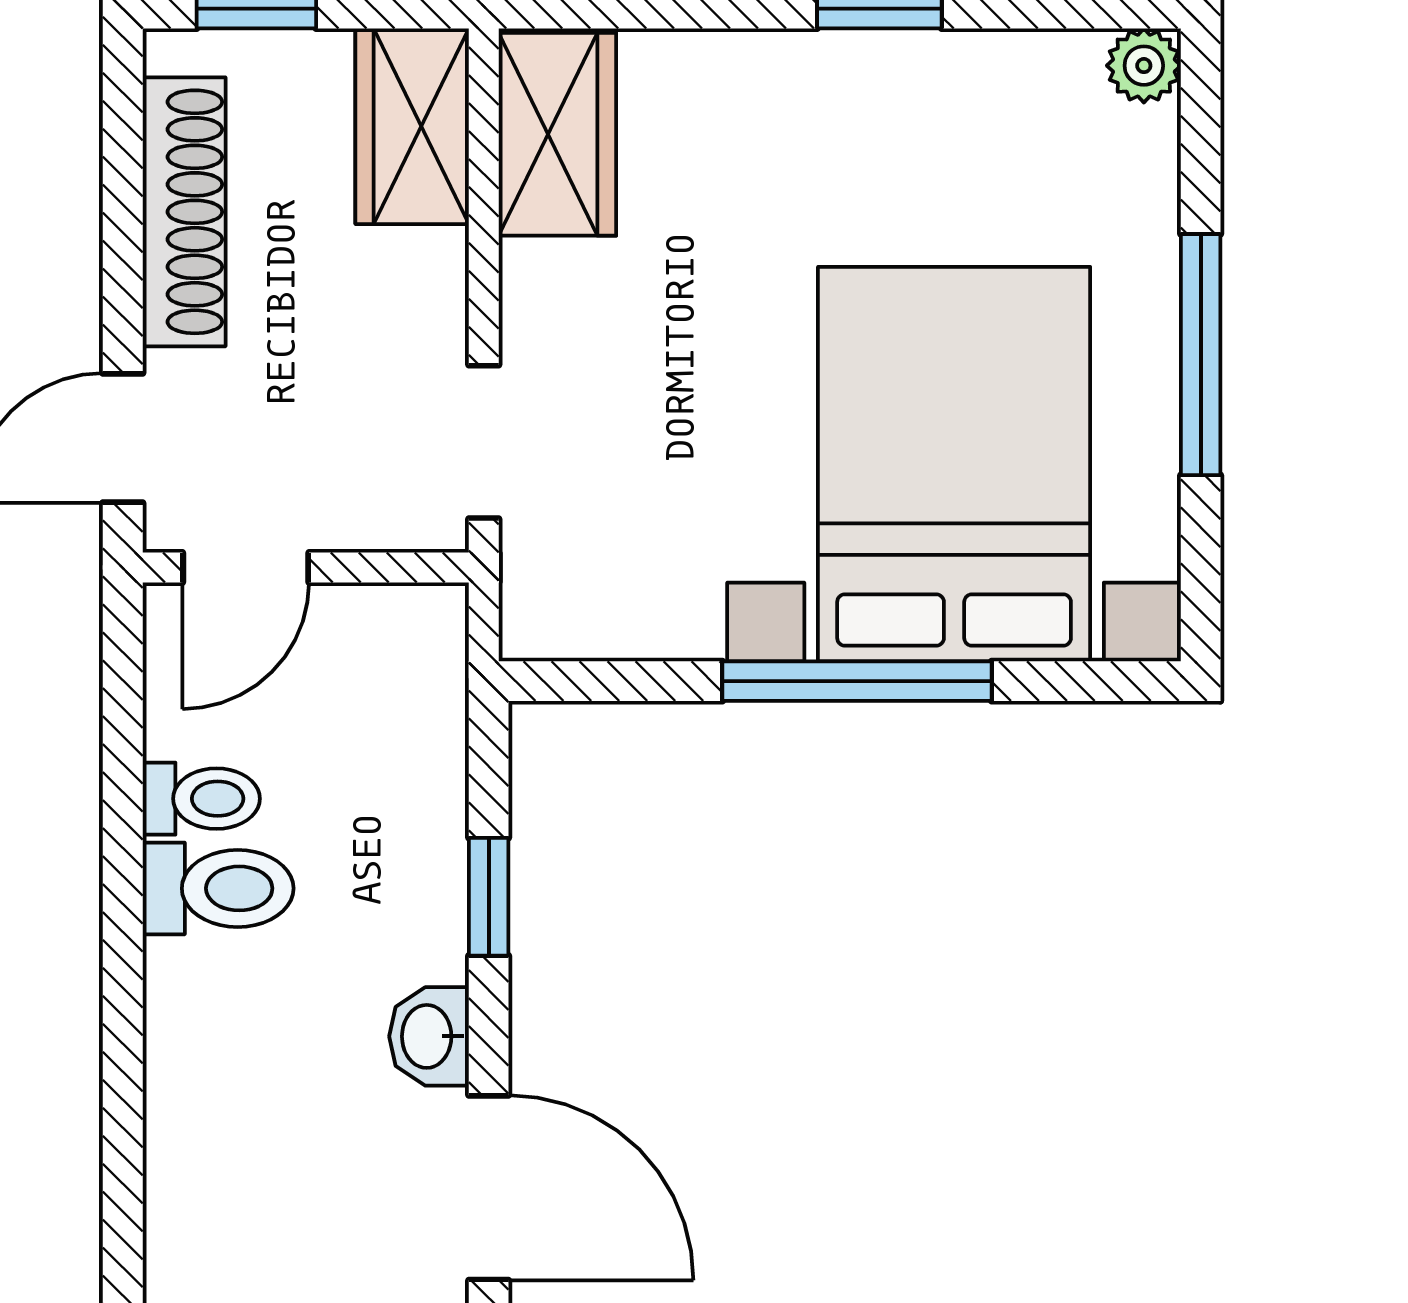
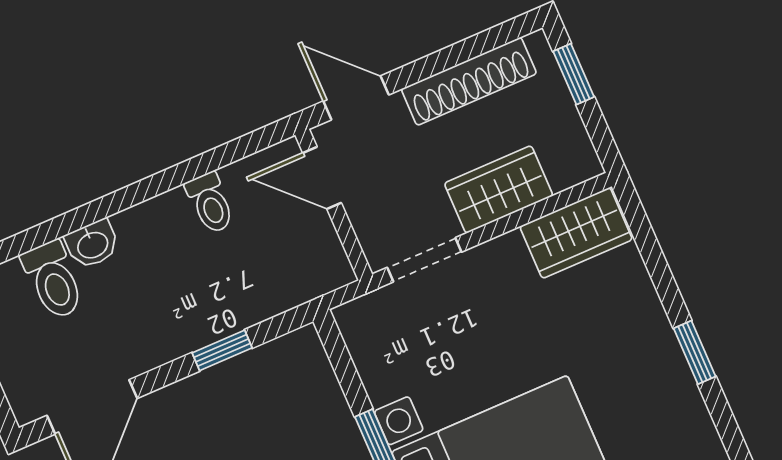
wardrobe: (412, 126) -> (499, 190), moved
toilet: (218, 888) -> (53, 280), moved
washbasin: (429, 1036) -> (92, 244), moved, turned 180

